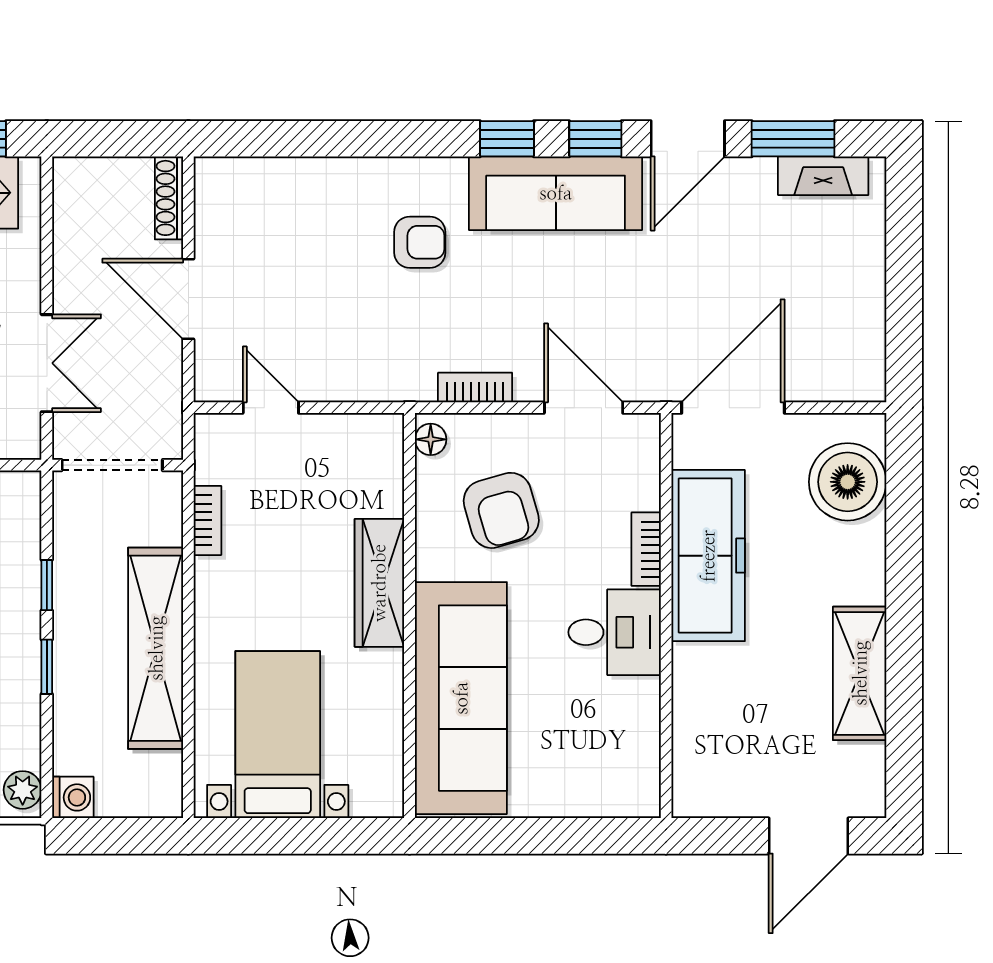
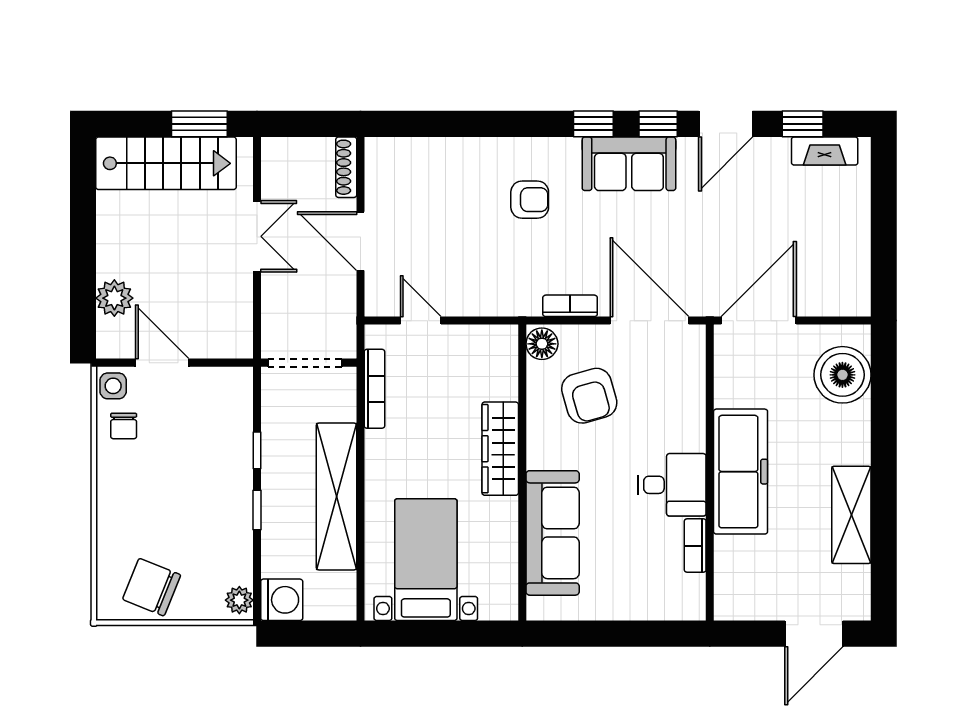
window: (793, 139) -> (803, 124), width x0.67
sofa: (556, 193) -> (629, 164), width x0.73
double door: (47, 363) -> (257, 236), moved
door: (584, 408) -> (649, 321), width x1.36
floor lamp: (431, 439) -> (542, 344), width x1.37, depth x1.37
bookcase: (207, 520) -> (374, 389), width x1.56
bookcase: (646, 549) -> (695, 546), moved
freezer: (708, 556) -> (741, 472), moved
sofa: (461, 698) -> (553, 533), width x0.74, depth x0.79
washing machine: (73, 797) -> (282, 600), width x1.38, depth x1.38

